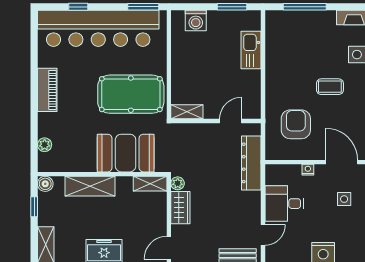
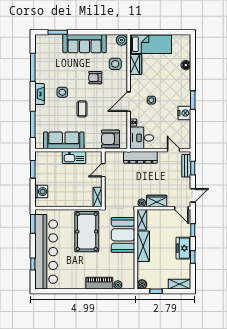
kitchen sink: (251, 50) -> (74, 158), moved
sofa: (279, 57) -> (64, 140), added
piano: (47, 90) -> (99, 283), moved
door: (231, 121) -> (103, 170), hinge flipped
armchair: (296, 124) -> (111, 139), moved
dresser: (251, 163) -> (140, 157), moved
shelving: (90, 186) -> (143, 246), moved
desk: (284, 204) -> (142, 138), moved, turned 90

